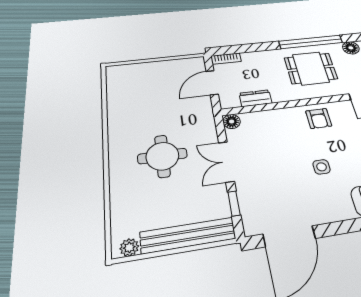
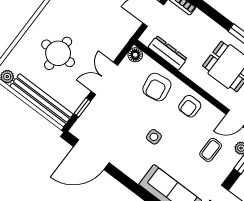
dresser: (255, 98) -> (168, 53), width x1.44
armchair: (277, 128) -> (157, 87), added
round table: (162, 156) -> (58, 53), moved

